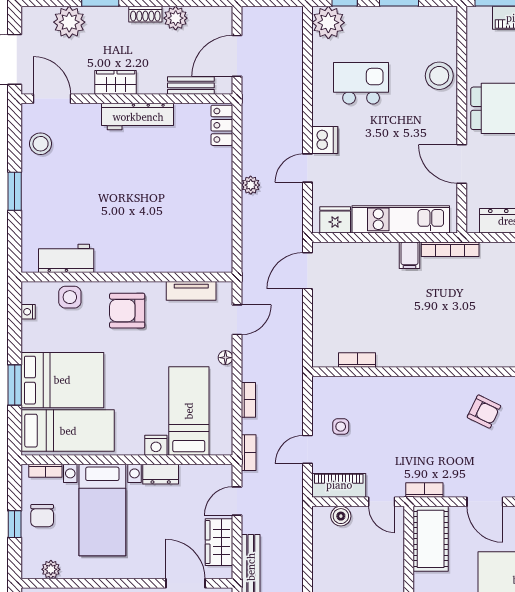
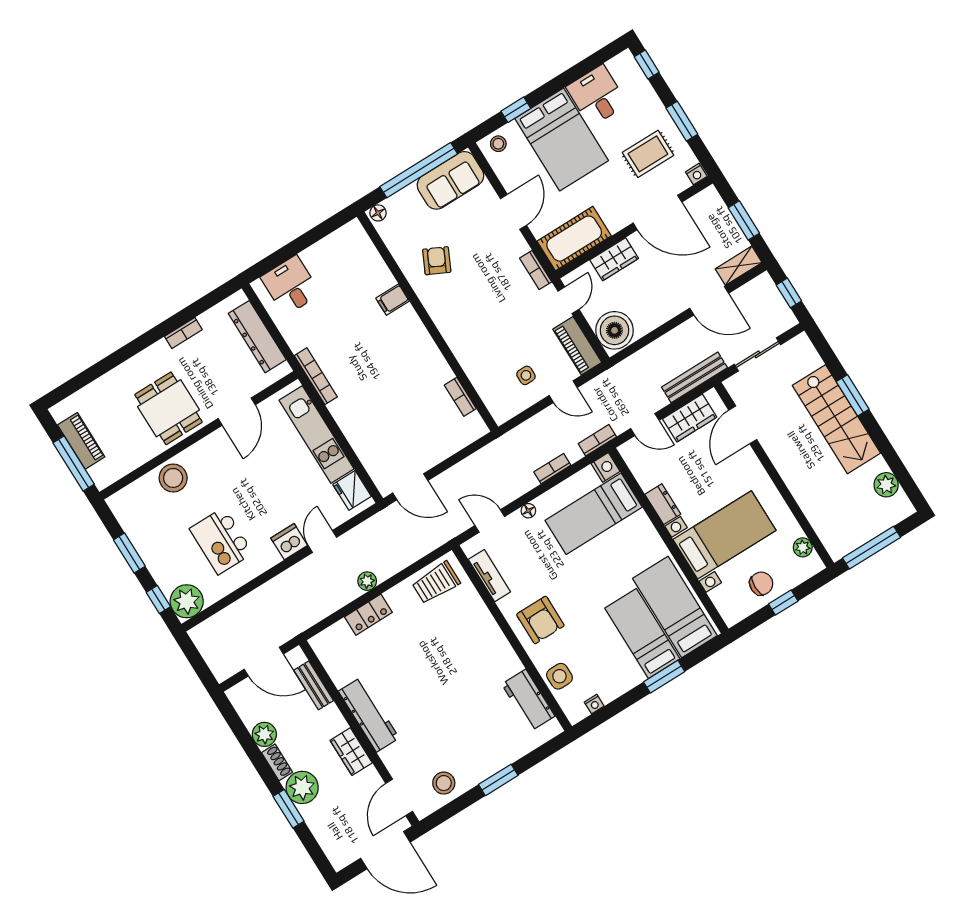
plant: (69, 22) -> (302, 787), moved
locker: (222, 125) -> (368, 615), moved
door: (308, 168) -> (322, 541), swing flipped
trolley: (213, 242) -> (436, 583), added
filing cabinet: (410, 255) -> (393, 300), moved, turned 180
bed: (62, 380) -> (642, 633), width x0.67
nightstand: (156, 445) -> (605, 467), moved
bookcase: (45, 471) -> (721, 605), removed
boiler: (341, 516) -> (614, 330), width x1.86, depth x1.86
wardrobe: (392, 562) -> (614, 259), added

